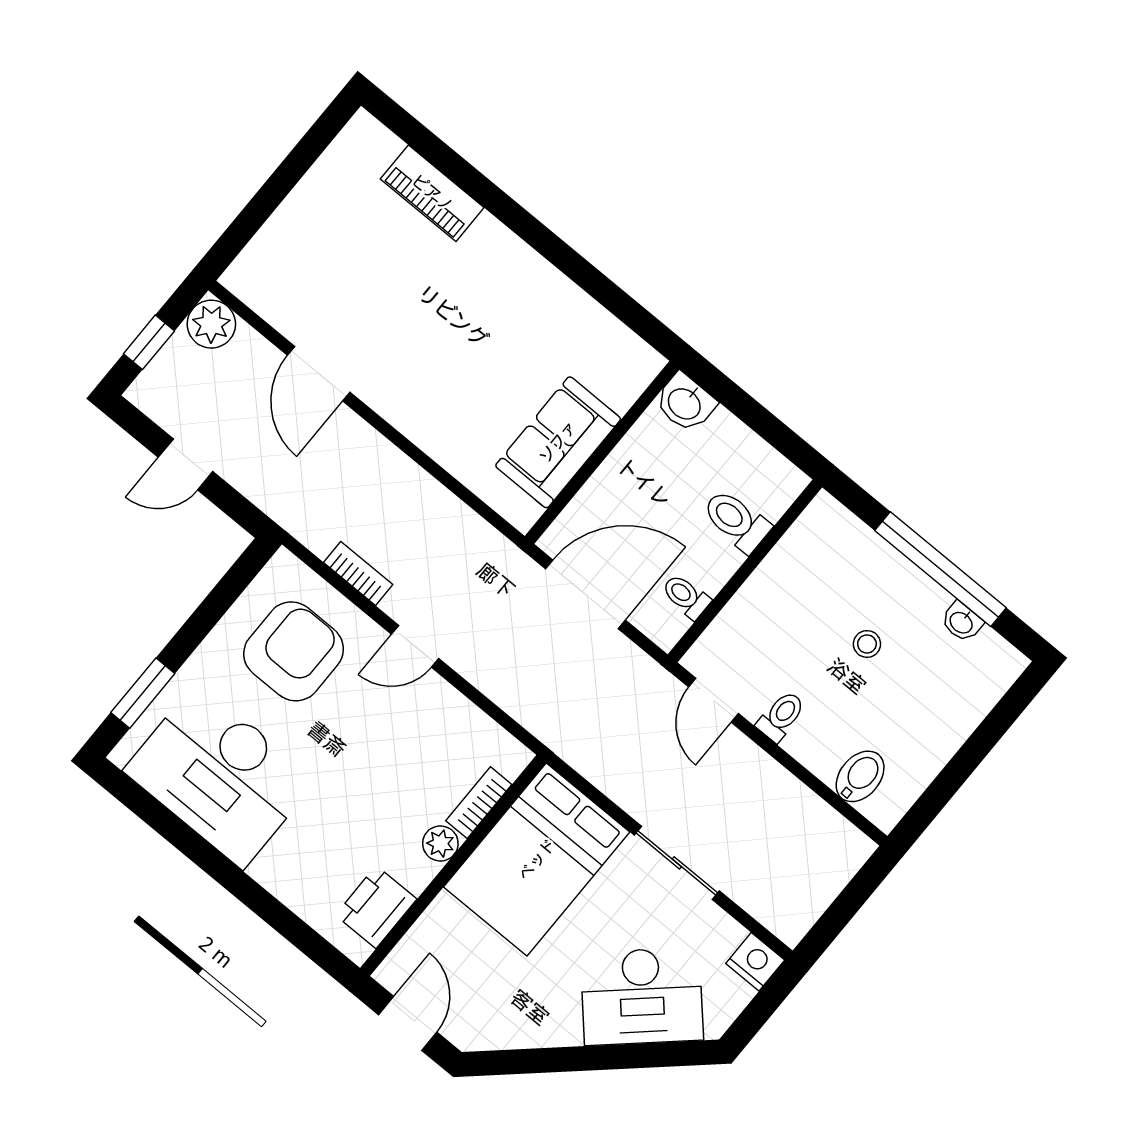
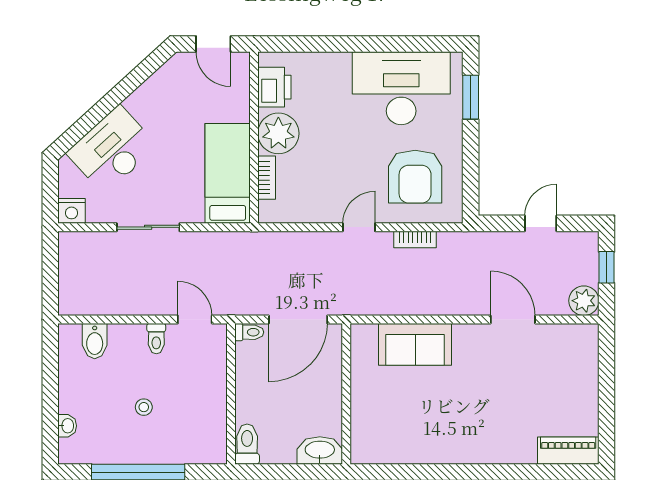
piano: (432, 193) -> (568, 451), moved
washbasin: (685, 403) -> (320, 450), width x1.38
sofa: (558, 442) -> (415, 344), moved, turned 90
toilet: (736, 521) -> (247, 444), moved, turned -90
toilet: (686, 596) -> (249, 332), moved
washbasin: (962, 622) -> (67, 426), moved, turned 90
plant: (440, 843) -> (278, 133), width x1.87, depth x1.87
bed: (537, 860) -> (228, 173), width x0.67

